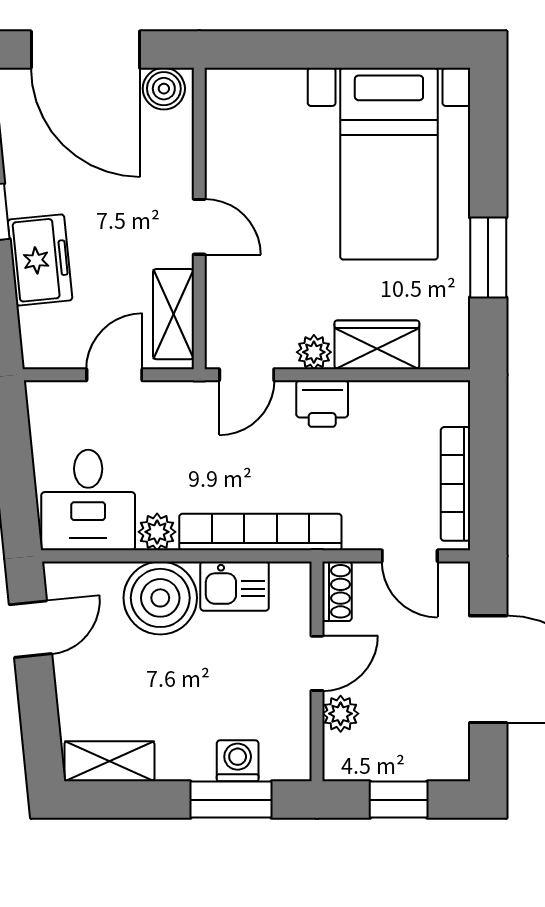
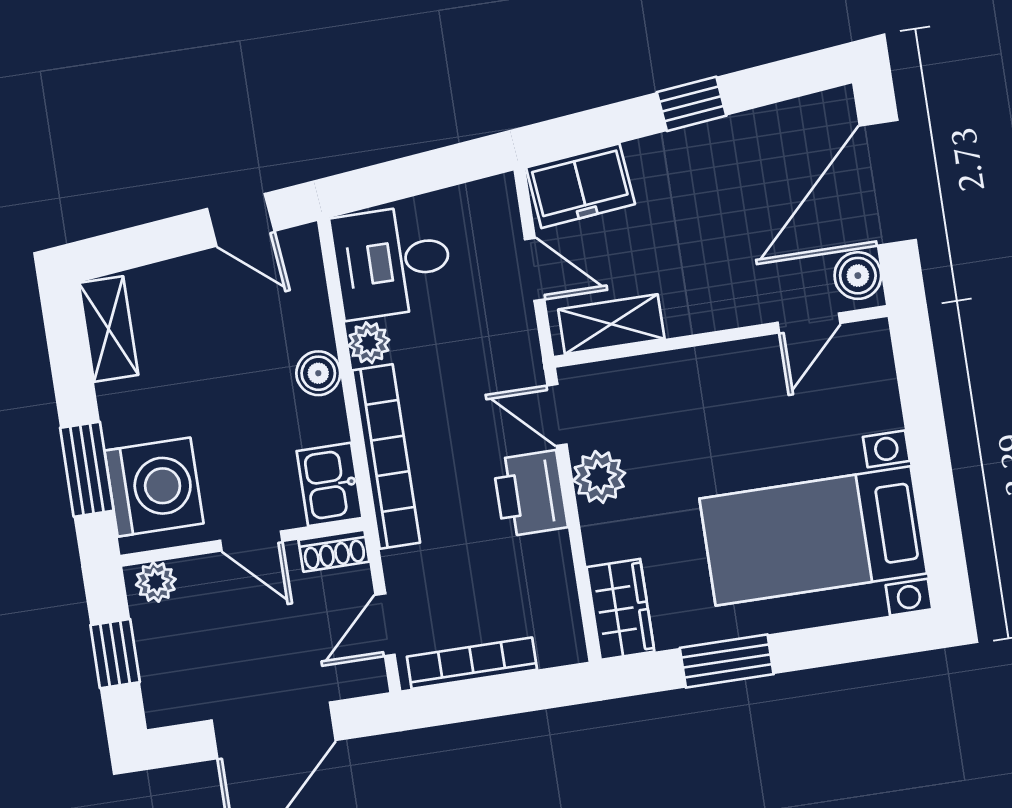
door: (199, 227) -> (809, 323), moved
freezer: (40, 260) -> (580, 186), moved
wardrobe: (377, 345) -> (620, 609), moved
plant: (314, 352) -> (599, 477), width x1.38, depth x1.38
printer: (322, 404) -> (530, 493), width x1.36, depth x1.24
kitchen sink: (235, 586) -> (330, 484), moved
boiler: (160, 598) -> (318, 373), width x0.54, depth x0.54
plant: (341, 714) -> (156, 582), moved
washing machine: (238, 761) -> (154, 487), width x1.89, depth x1.89

